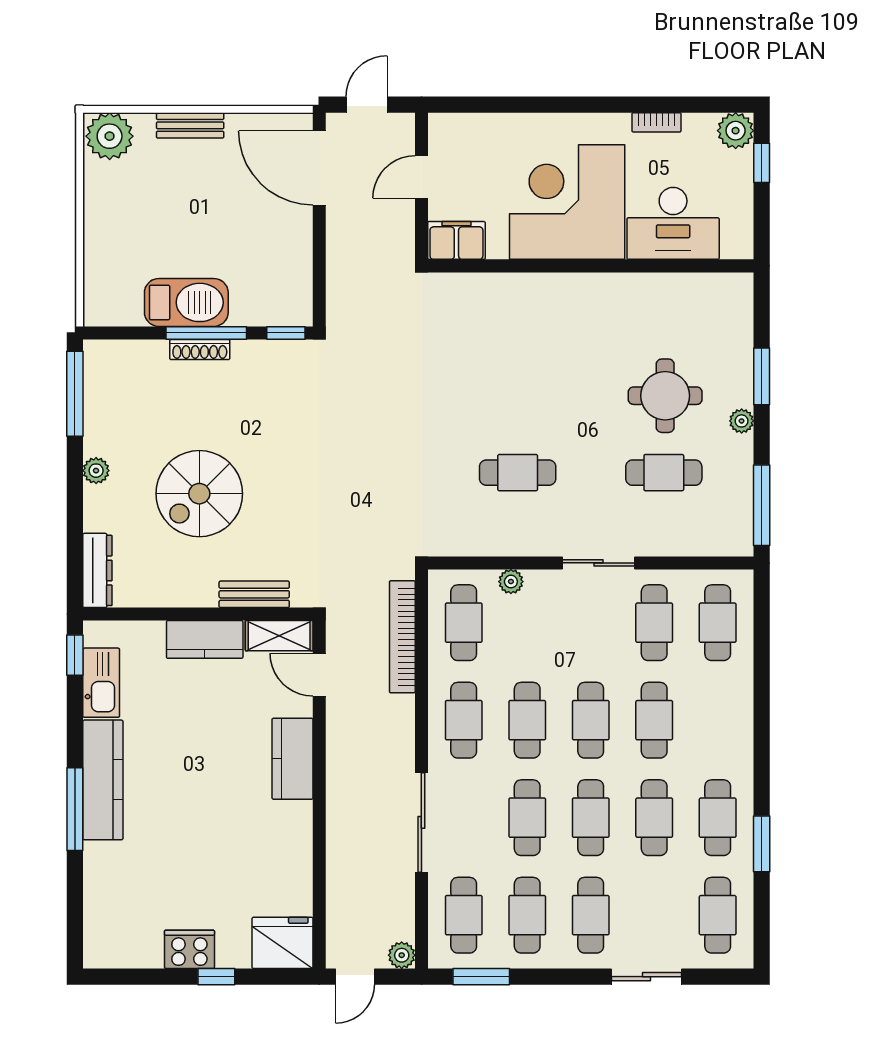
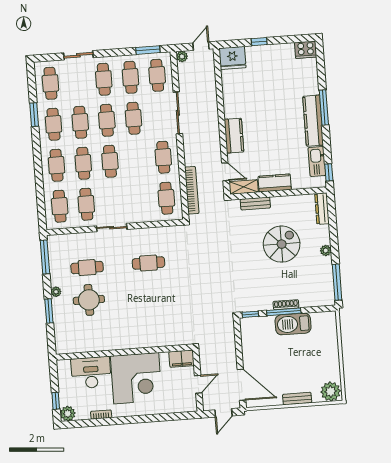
plant: (511, 582) -> (148, 217), removed
cafe table: (527, 720) -> (57, 165), moved
cooker: (189, 949) -> (306, 50), moved

